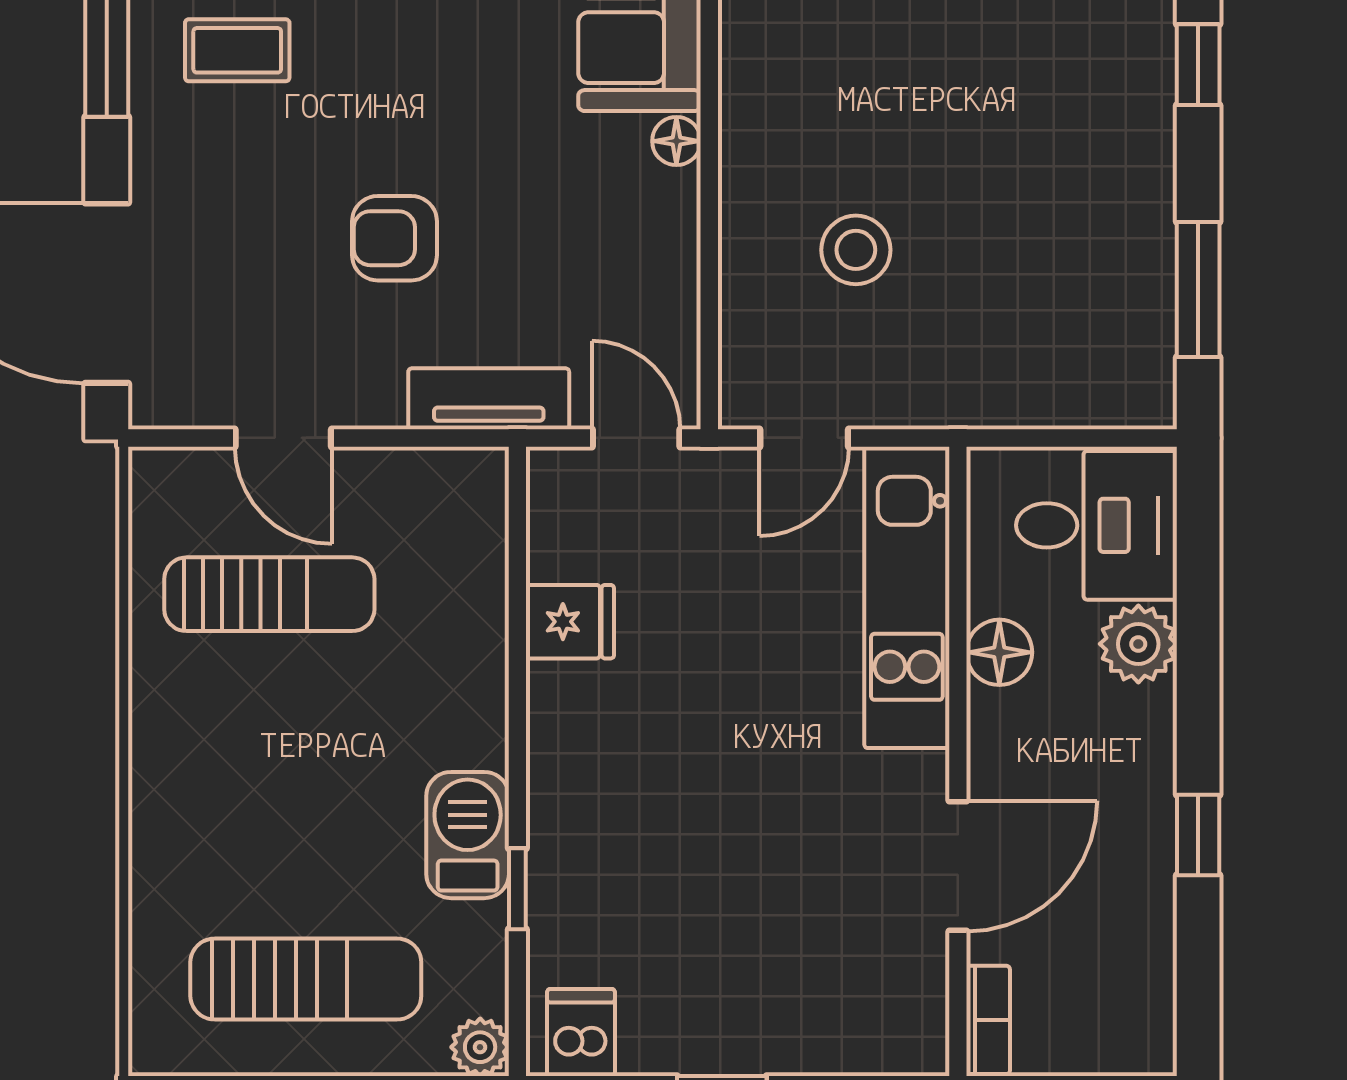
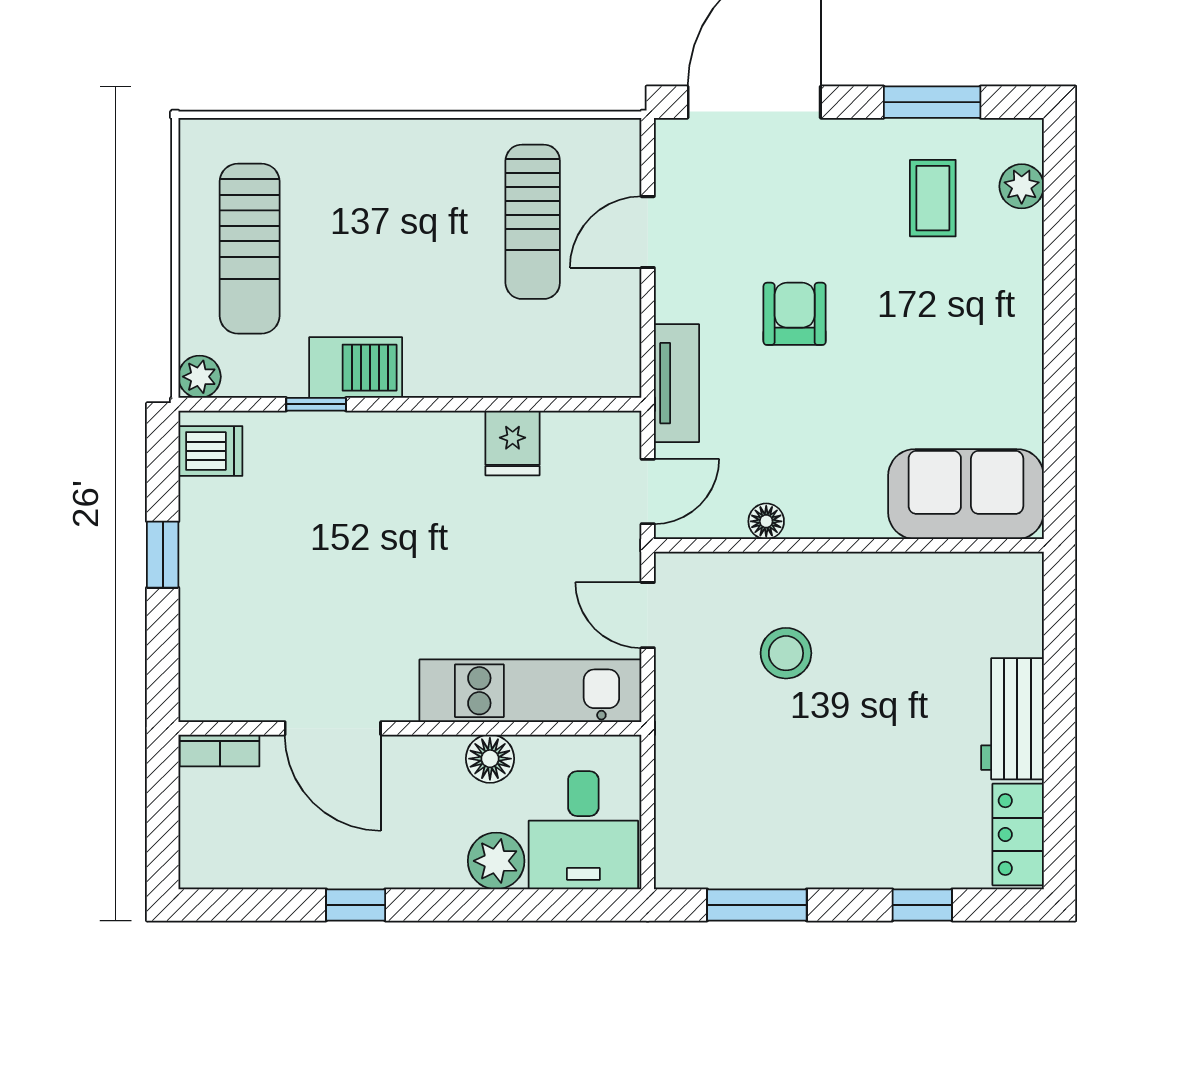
floor lamp: (676, 141) -> (766, 521), moved

